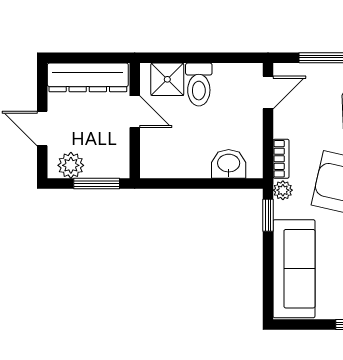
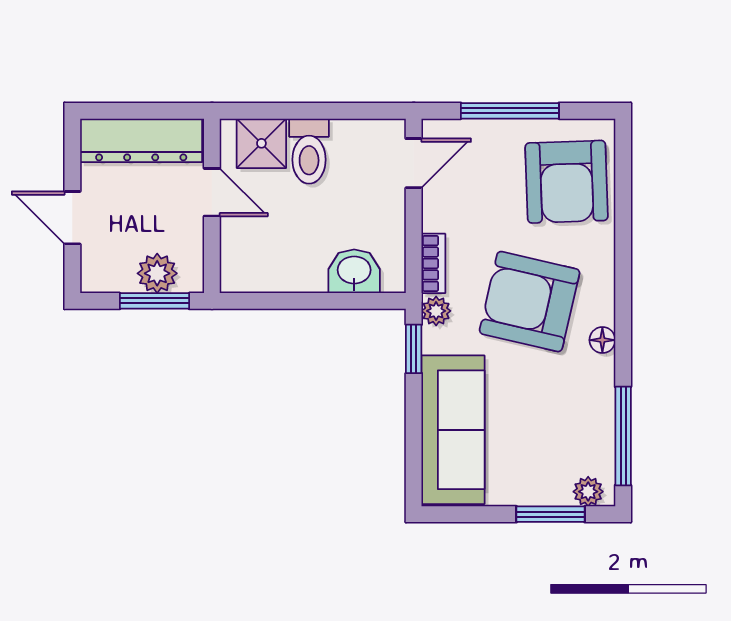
plant: (71, 165) -> (157, 273), moved

